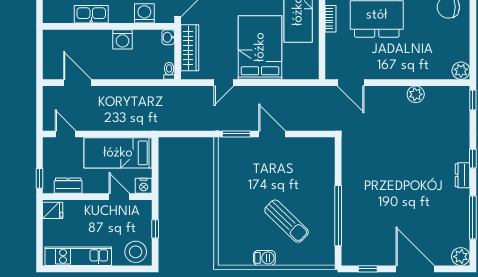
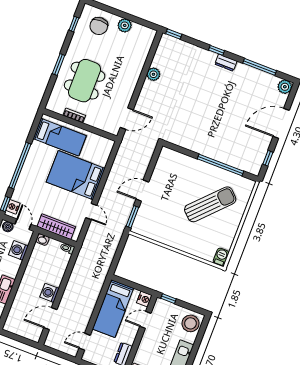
washing machine: (122, 39) -> (49, 293), moved, turned 180
plant: (461, 71) -> (125, 25), moved
sun lounger: (287, 221) -> (210, 204), width x1.36, depth x1.34
window: (155, 229) -> (169, 299), moved
barbecue: (264, 258) -> (221, 257), moved

